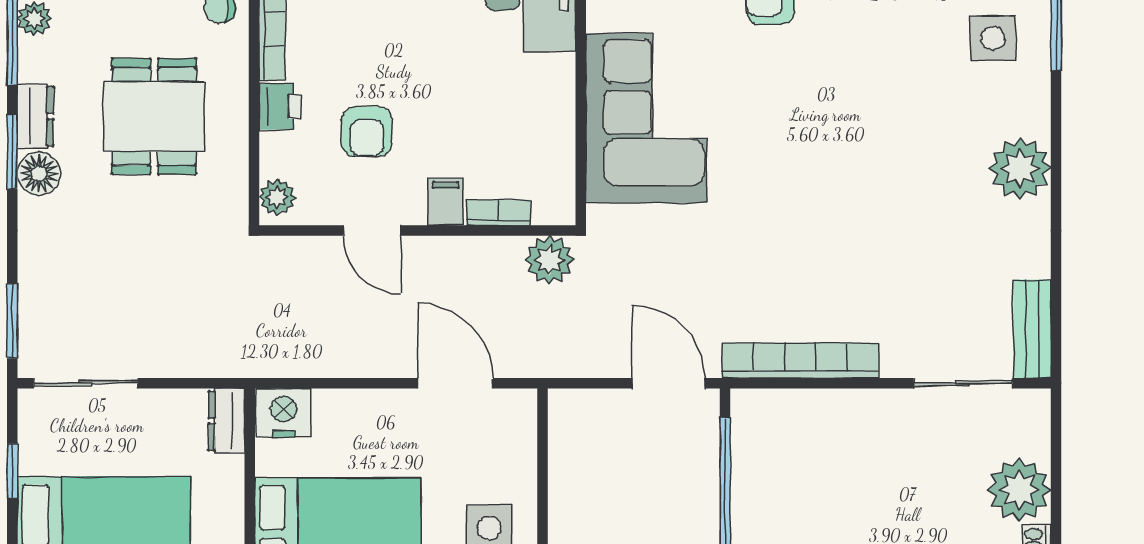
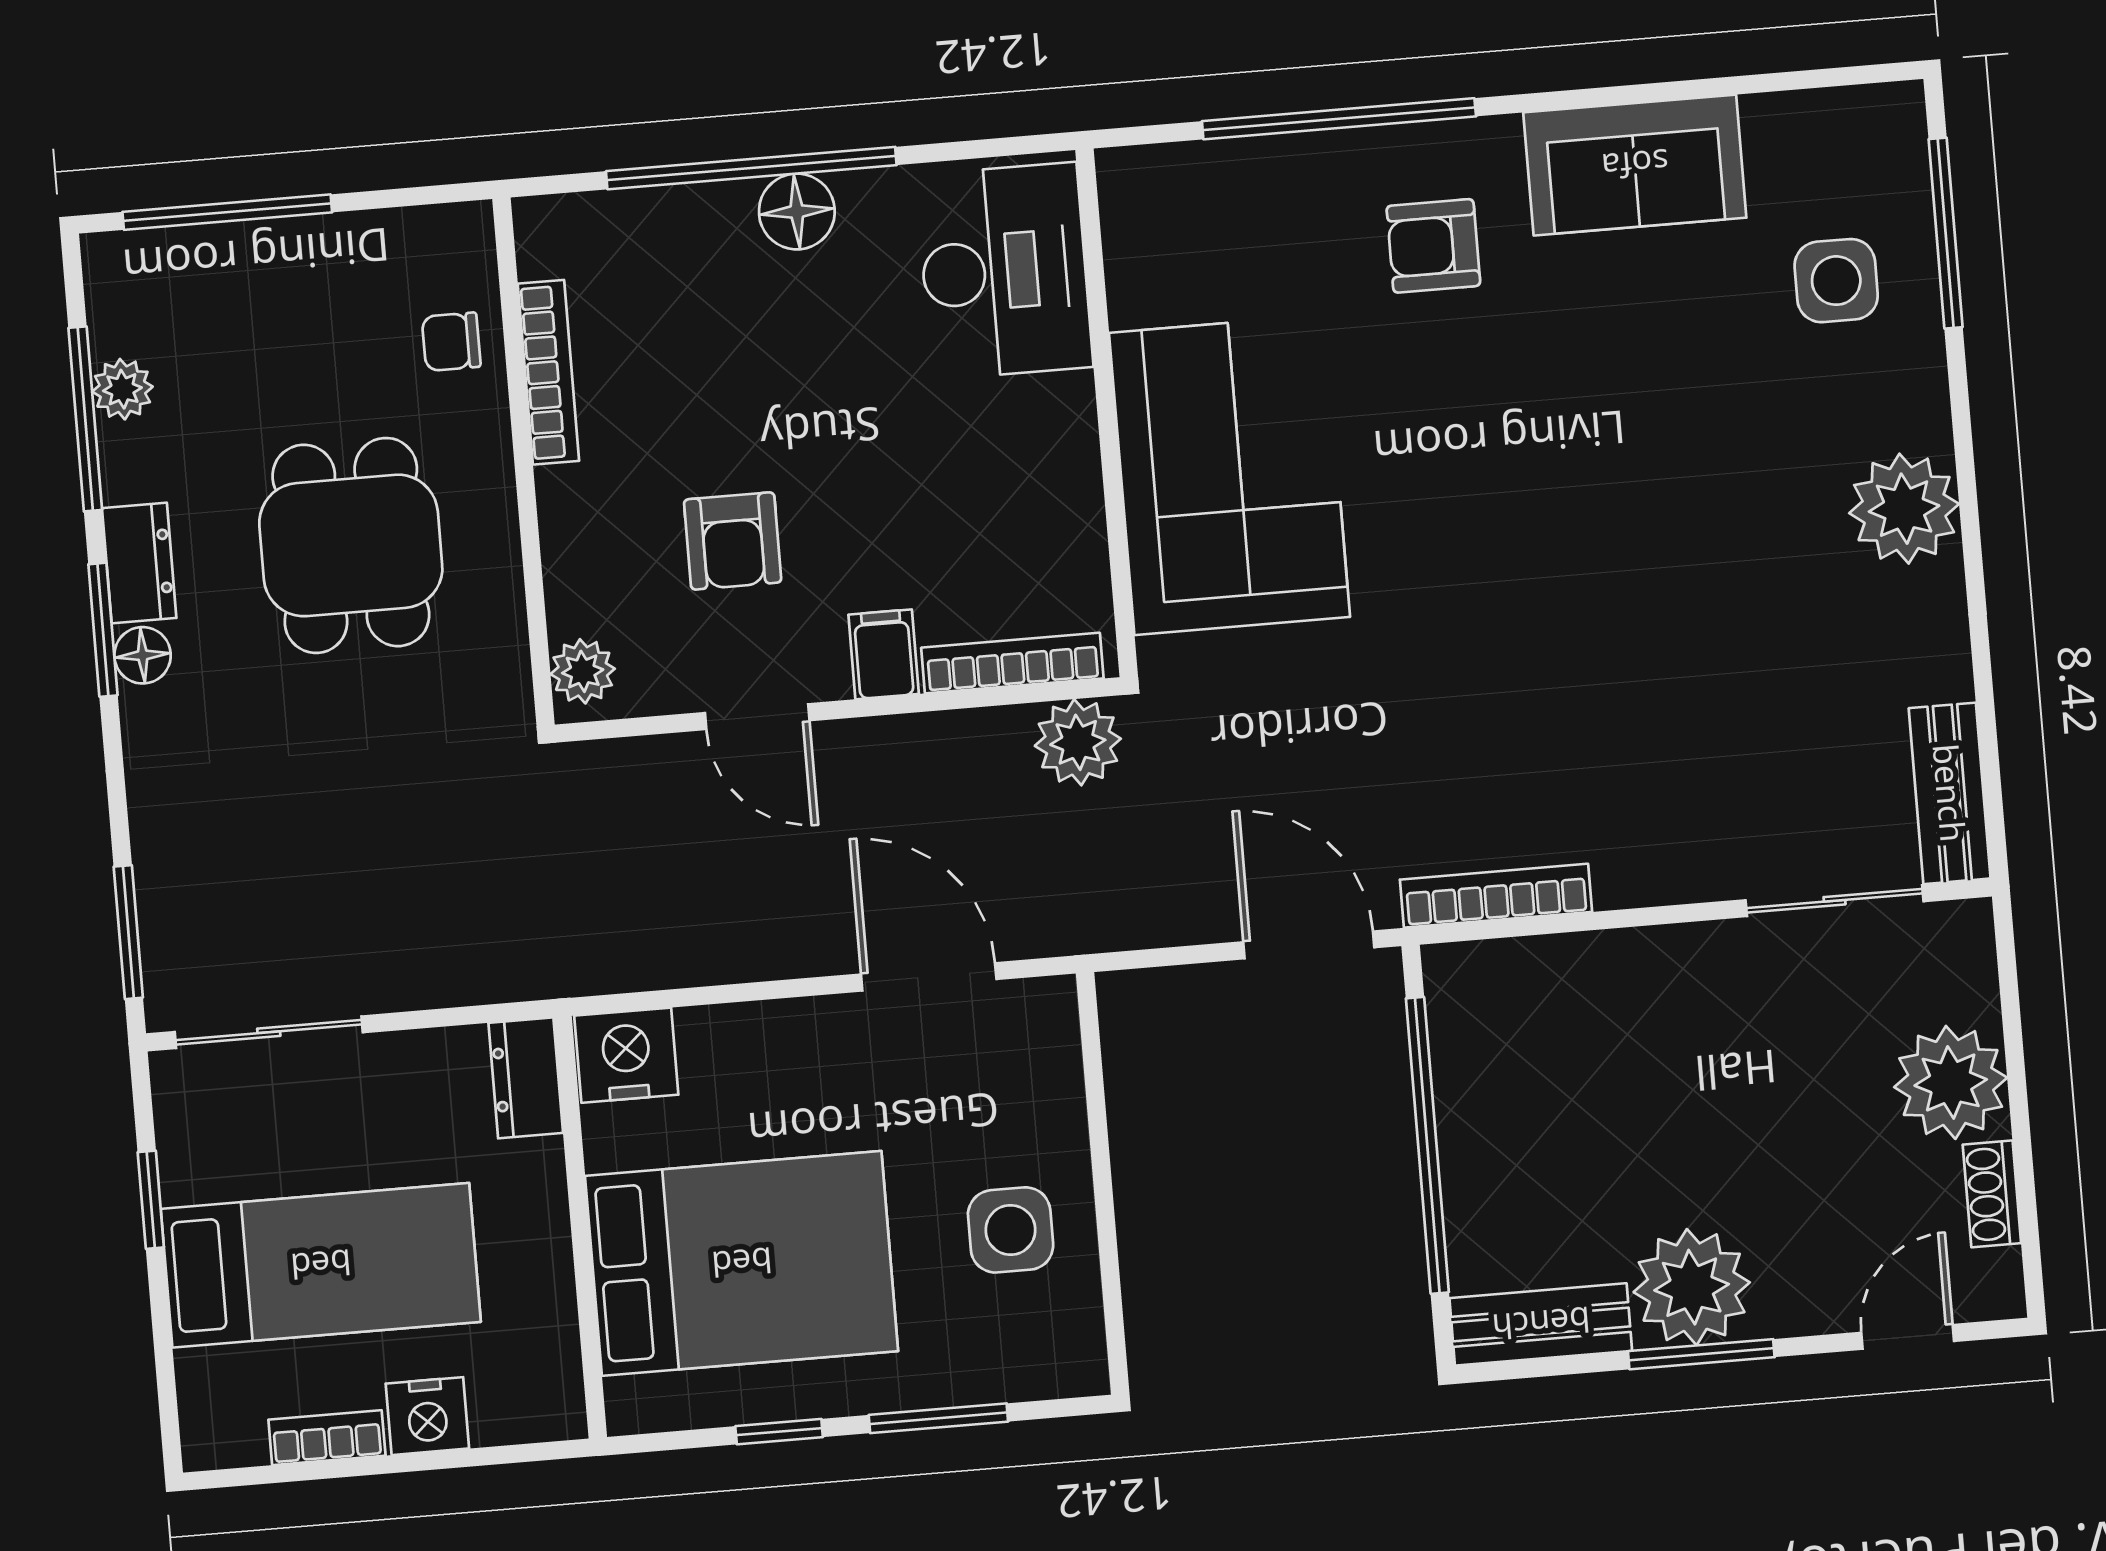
printer: (280, 106) -> (574, 509), removed
floor lamp: (39, 174) -> (143, 655), width x0.73, depth x0.73
bookcase: (499, 213) -> (1012, 663), width x1.56
bookcase: (800, 361) -> (1496, 896), width x0.68, depth x0.76

